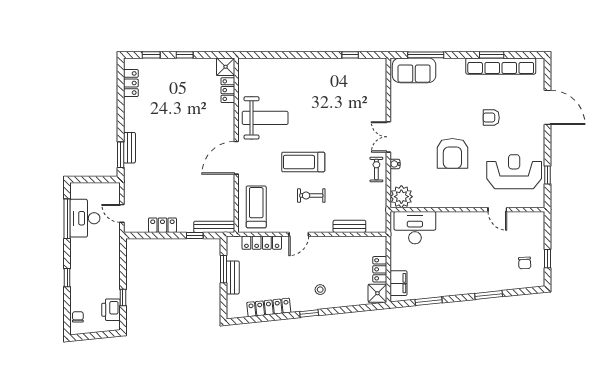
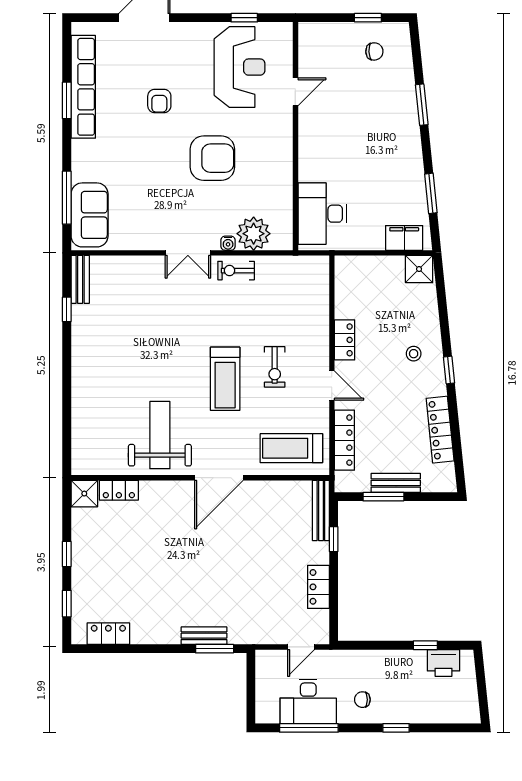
door: (236, 158) -> (219, 478), hinge flipped
reception desk: (514, 172) -> (240, 67), turned 180
plant: (401, 197) -> (254, 234), moved
bench: (349, 226) -> (80, 279), moved
locker: (380, 269) -> (345, 340), moved, turned -90
chair: (78, 317) -> (362, 700), moved

